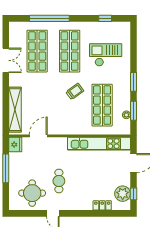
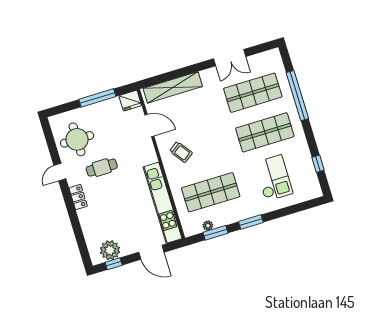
trolley: (75, 91) -> (181, 152), moved
locker: (102, 205) -> (78, 197), moved

